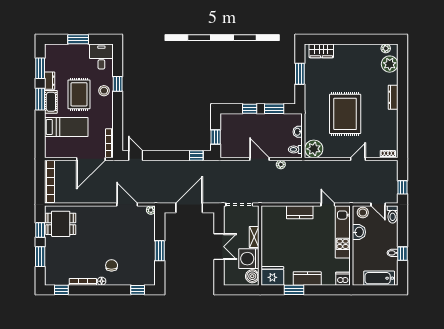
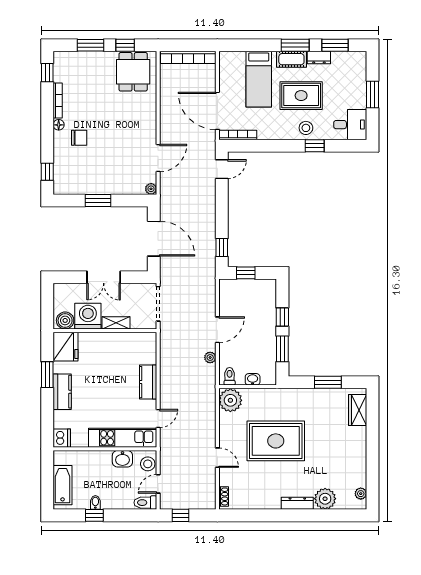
plant: (390, 64) -> (325, 499), moved

